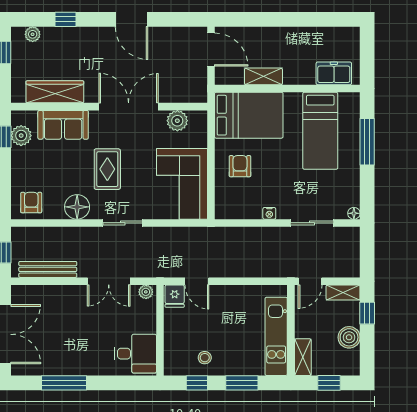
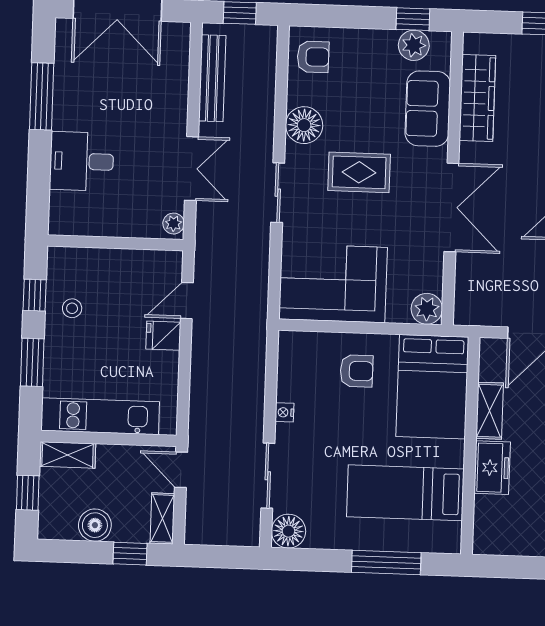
freezer: (334, 73) -> (492, 468), moved
plant: (177, 121) -> (427, 309), moved
floor lamp: (354, 213) -> (288, 531), width x1.89, depth x1.89
double door: (109, 281) -> (191, 169), swing flipped
fridge: (175, 296) -> (163, 336), moved
desk: (135, 354) -> (82, 161), moved, turned 90

